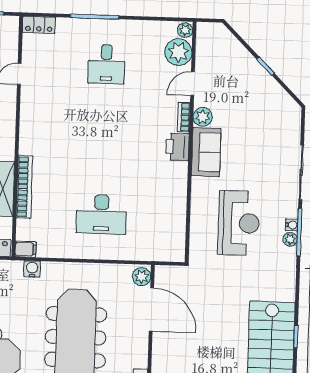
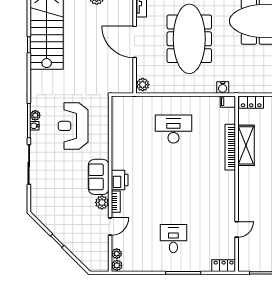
plant: (178, 52) -> (117, 254), width x0.53, depth x0.53
door: (151, 310) -> (135, 42), moved

